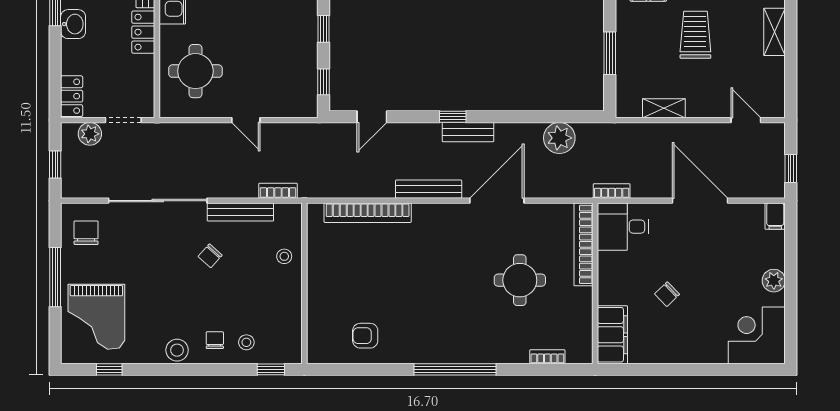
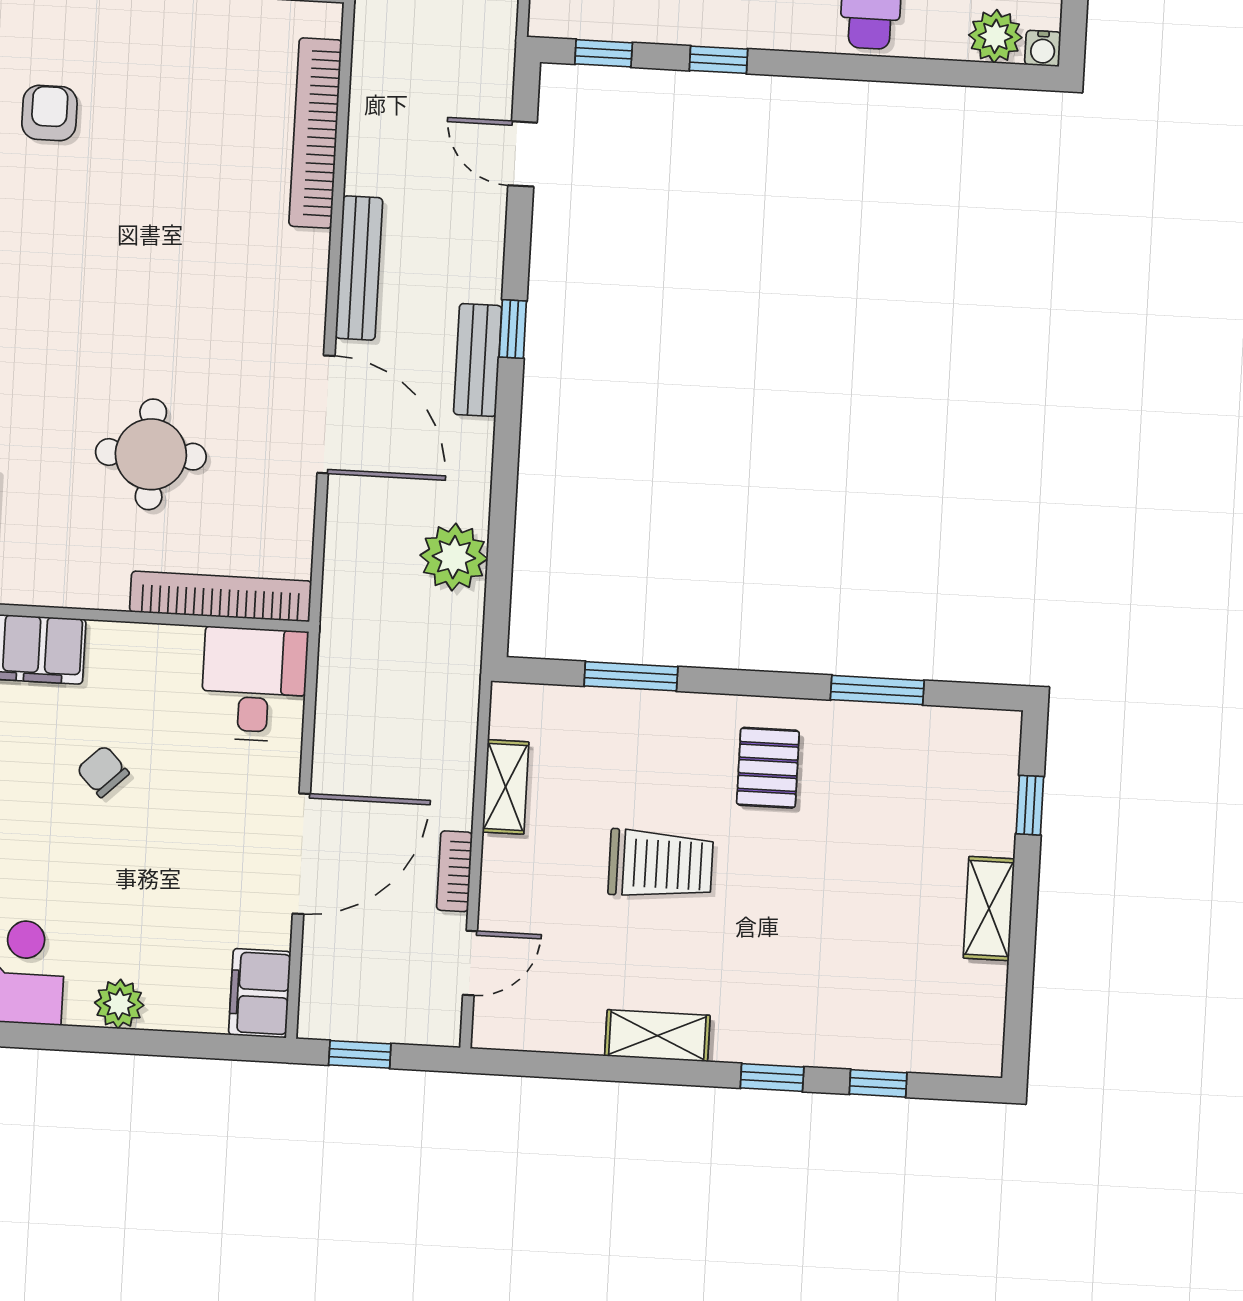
bookcase: (612, 191) -> (454, 871), moved, turned 180
filing cabinet: (775, 216) -> (260, 993), width x2.00

